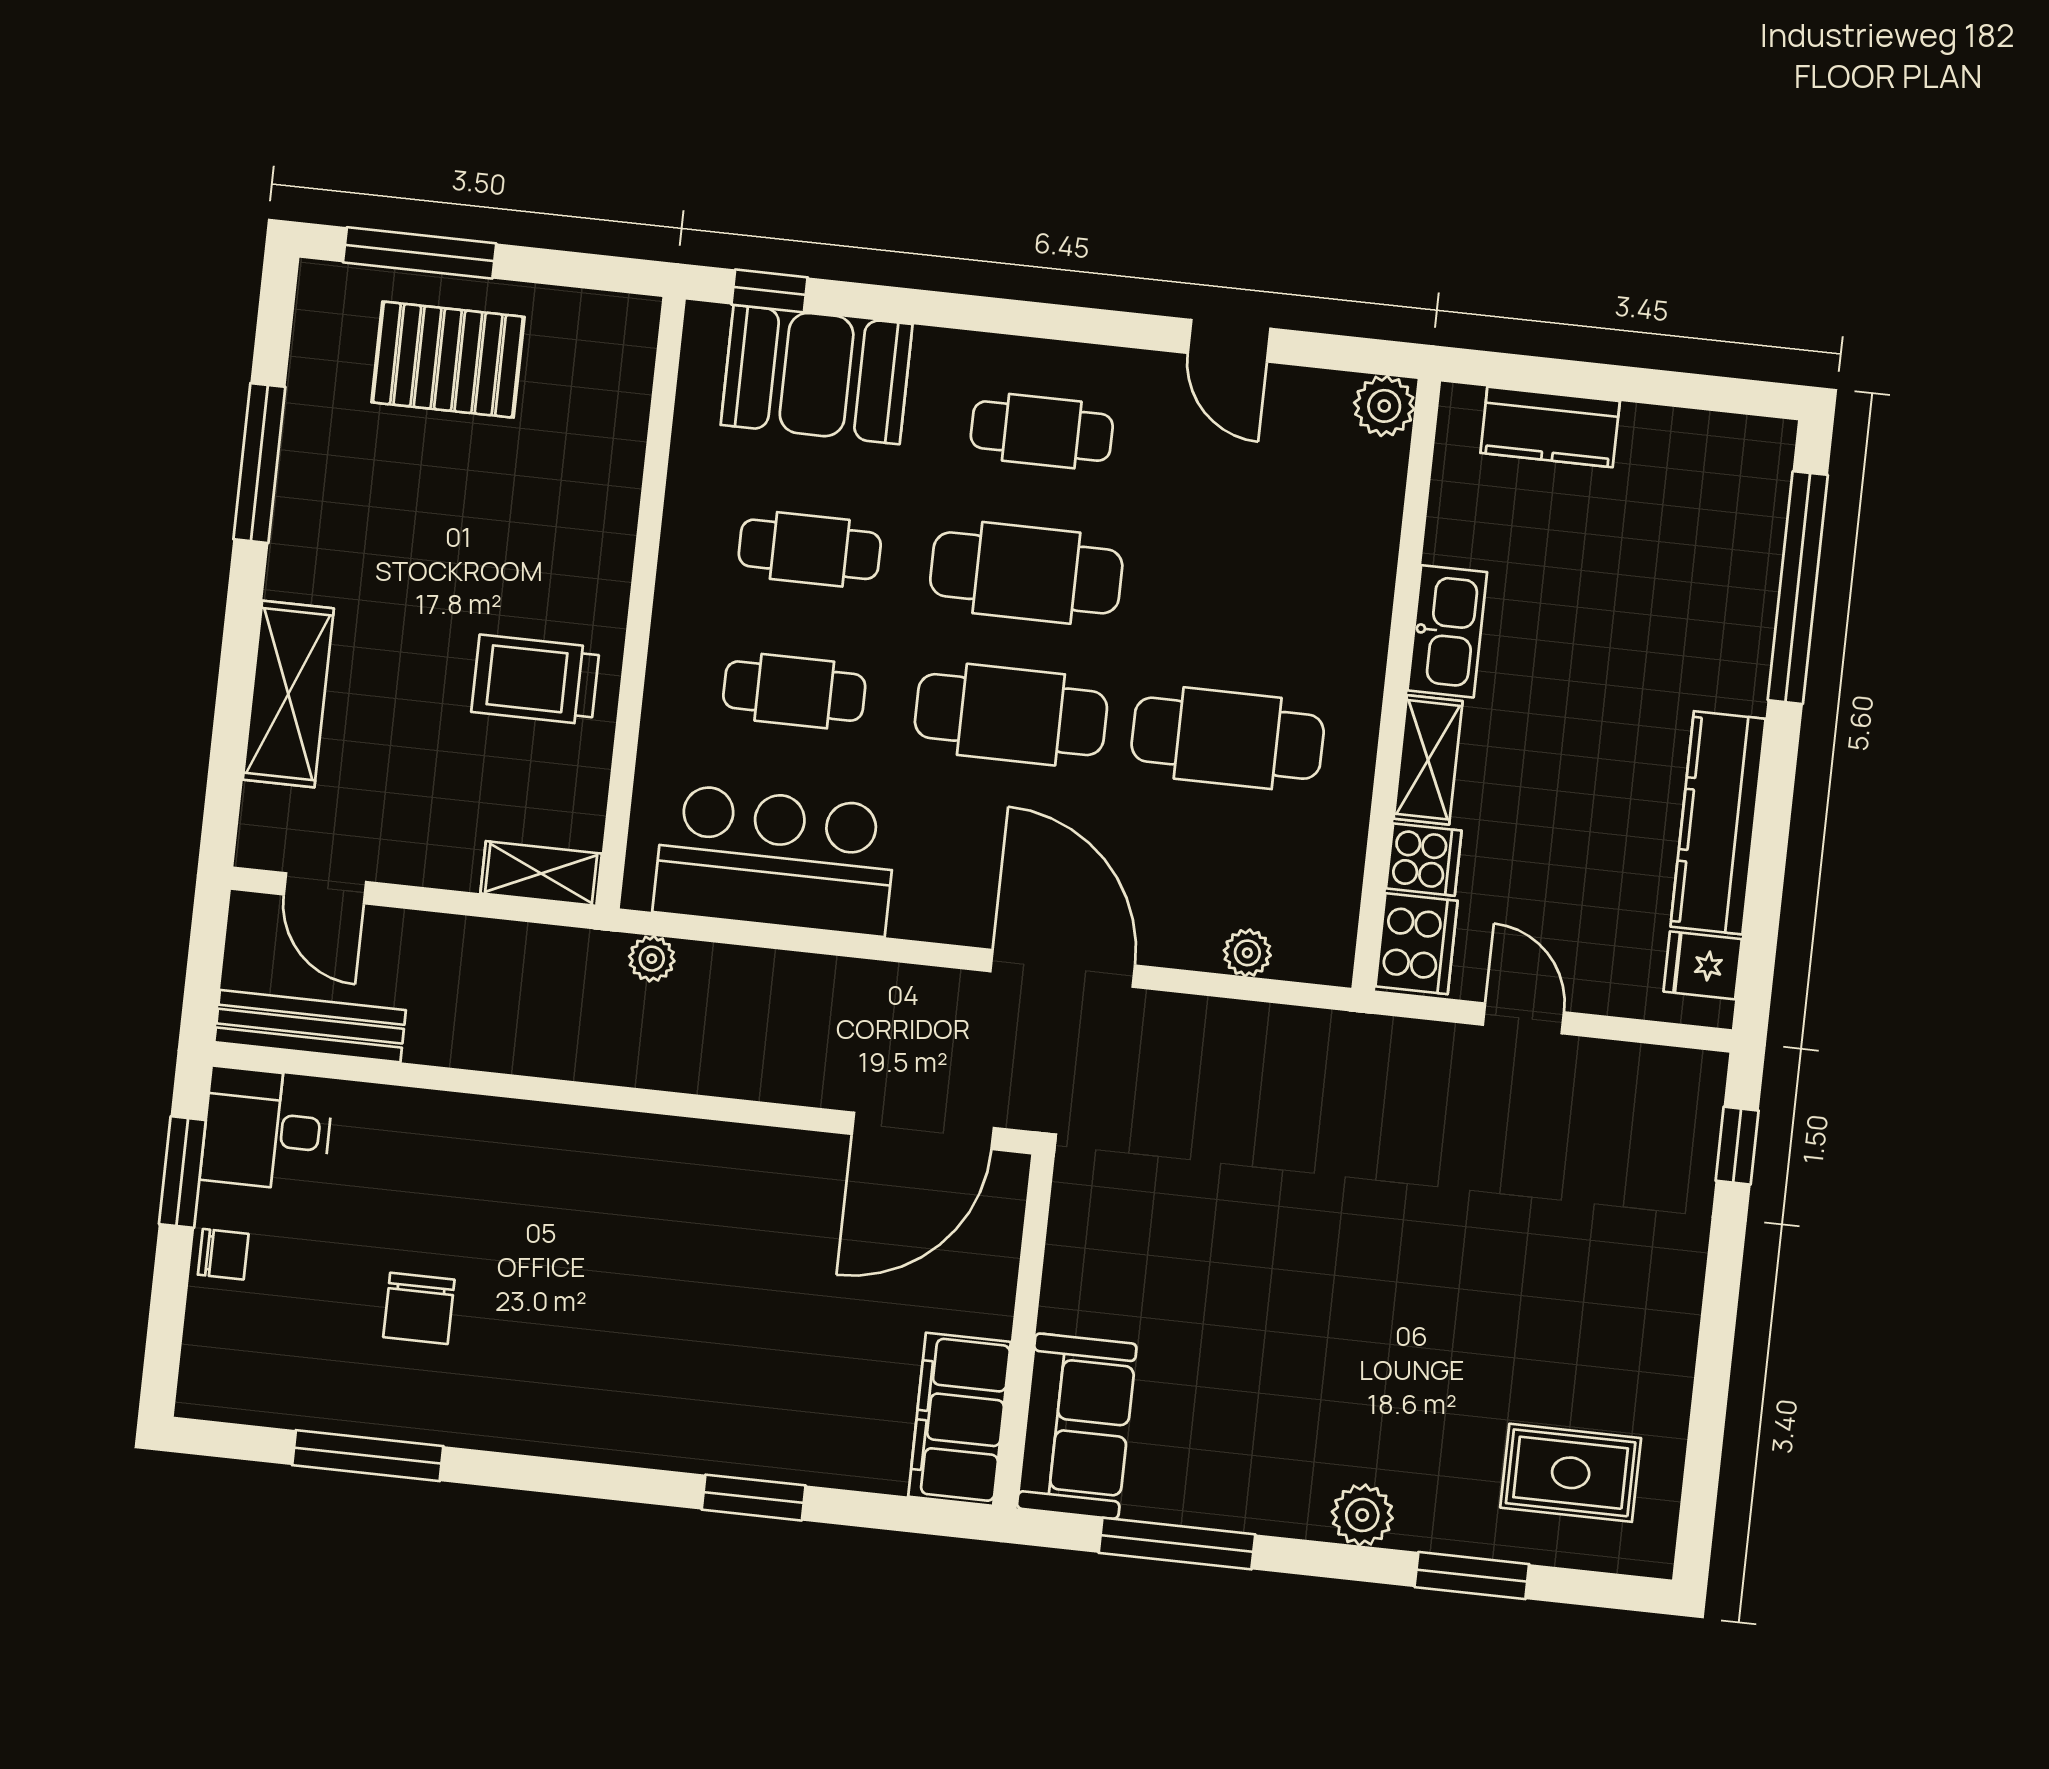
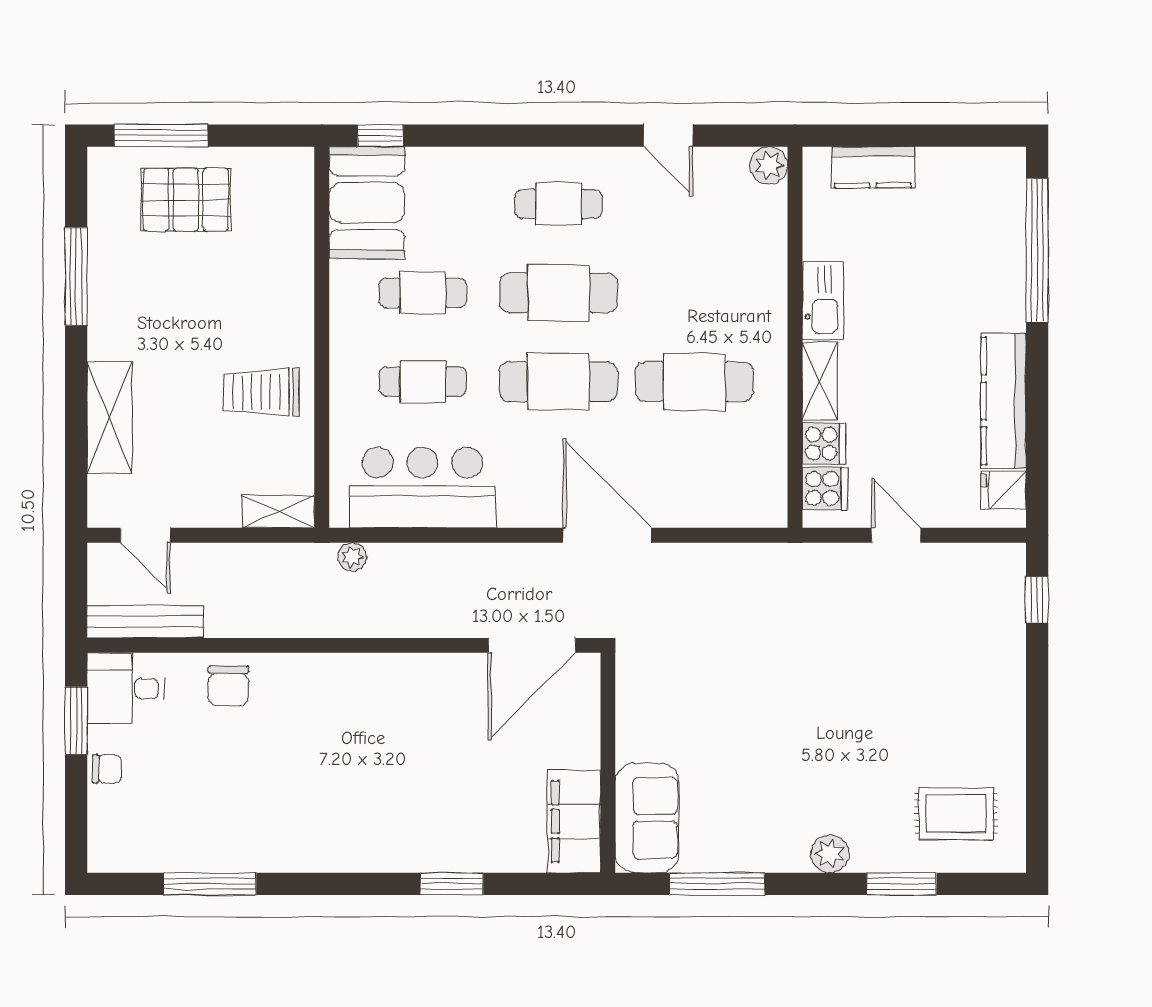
booth: (817, 375) -> (367, 203), moved, turned 90
cooker: (1416, 944) -> (825, 488), width x0.73
plant: (1247, 953) -> (721, 513), removed
chair: (419, 1308) -> (228, 686), moved

